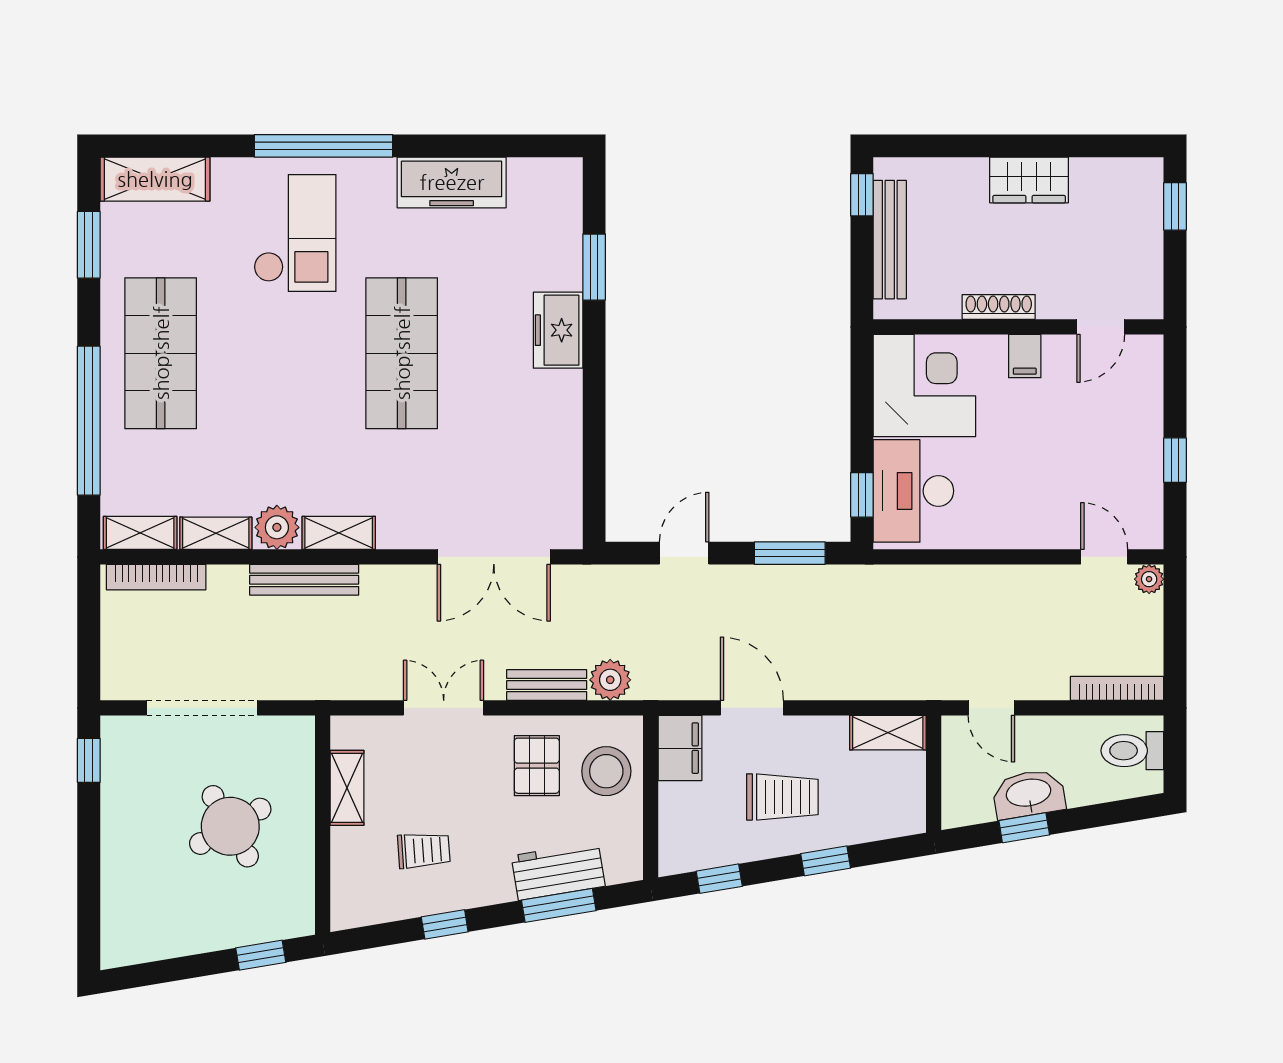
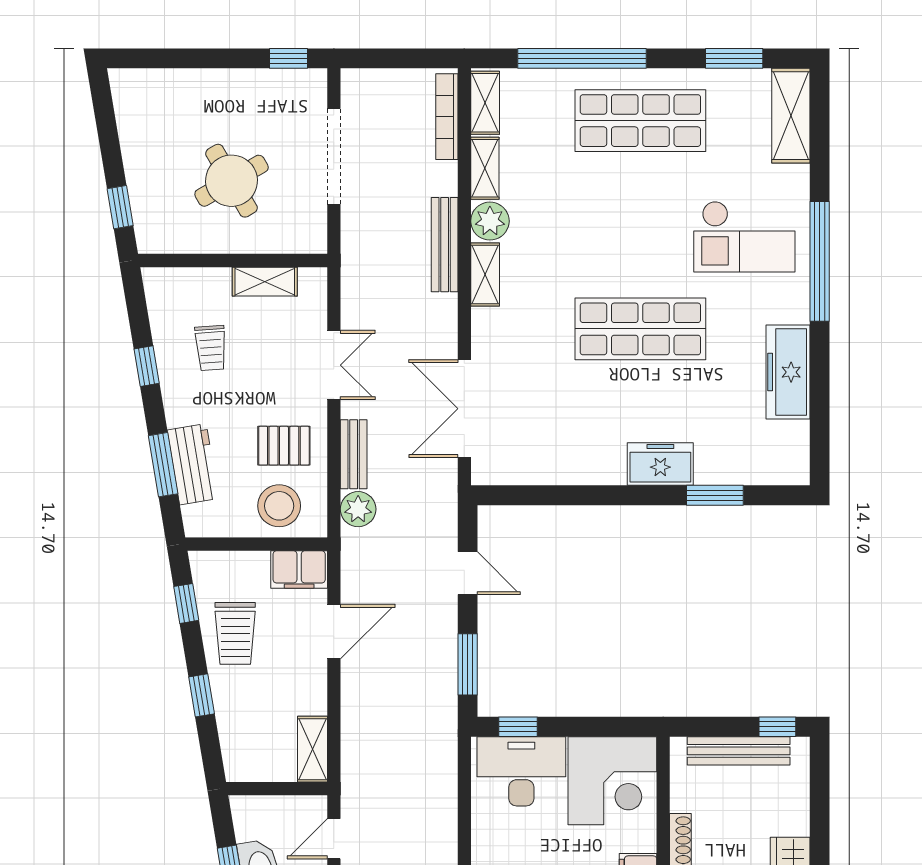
trolley: (782, 797) -> (235, 633), moved

